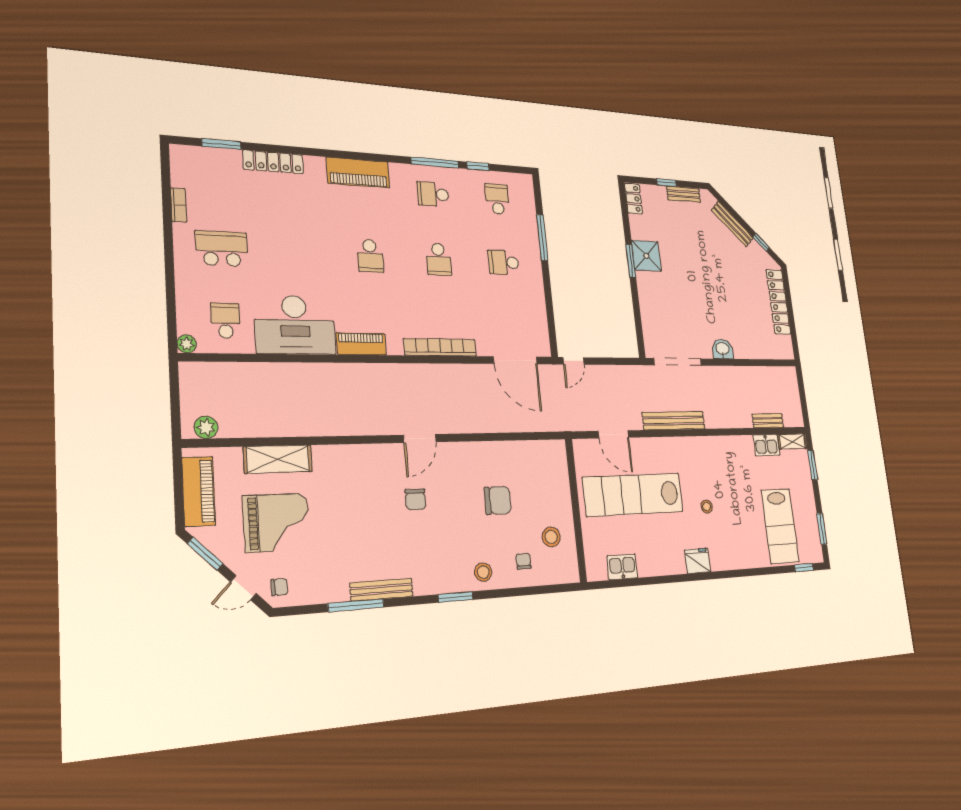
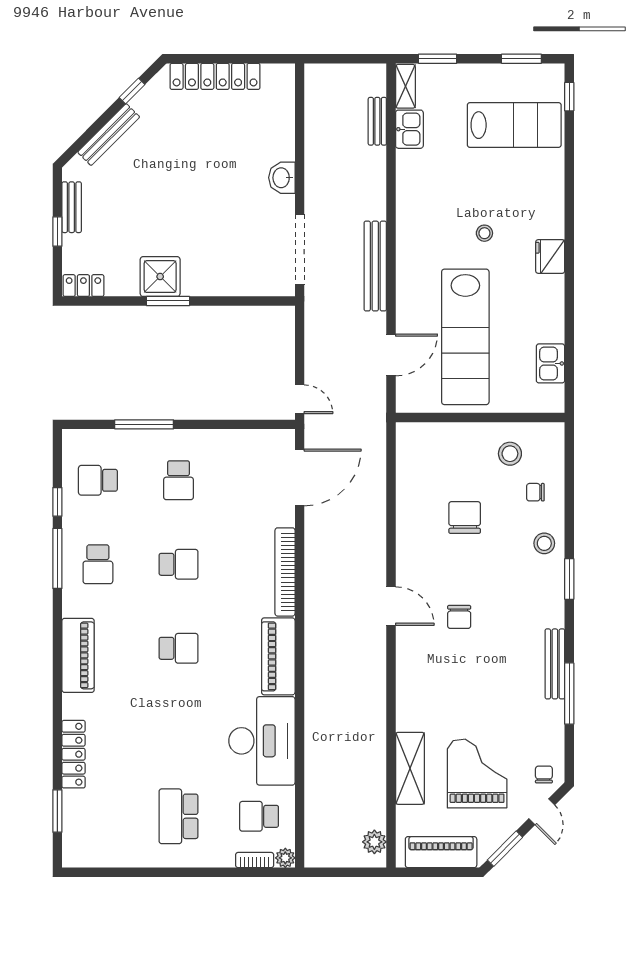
bookcase: (179, 205) -> (255, 860), moved
piano: (361, 344) -> (278, 656), width x1.37, depth x1.33
chair: (415, 499) -> (459, 617), turned 90

